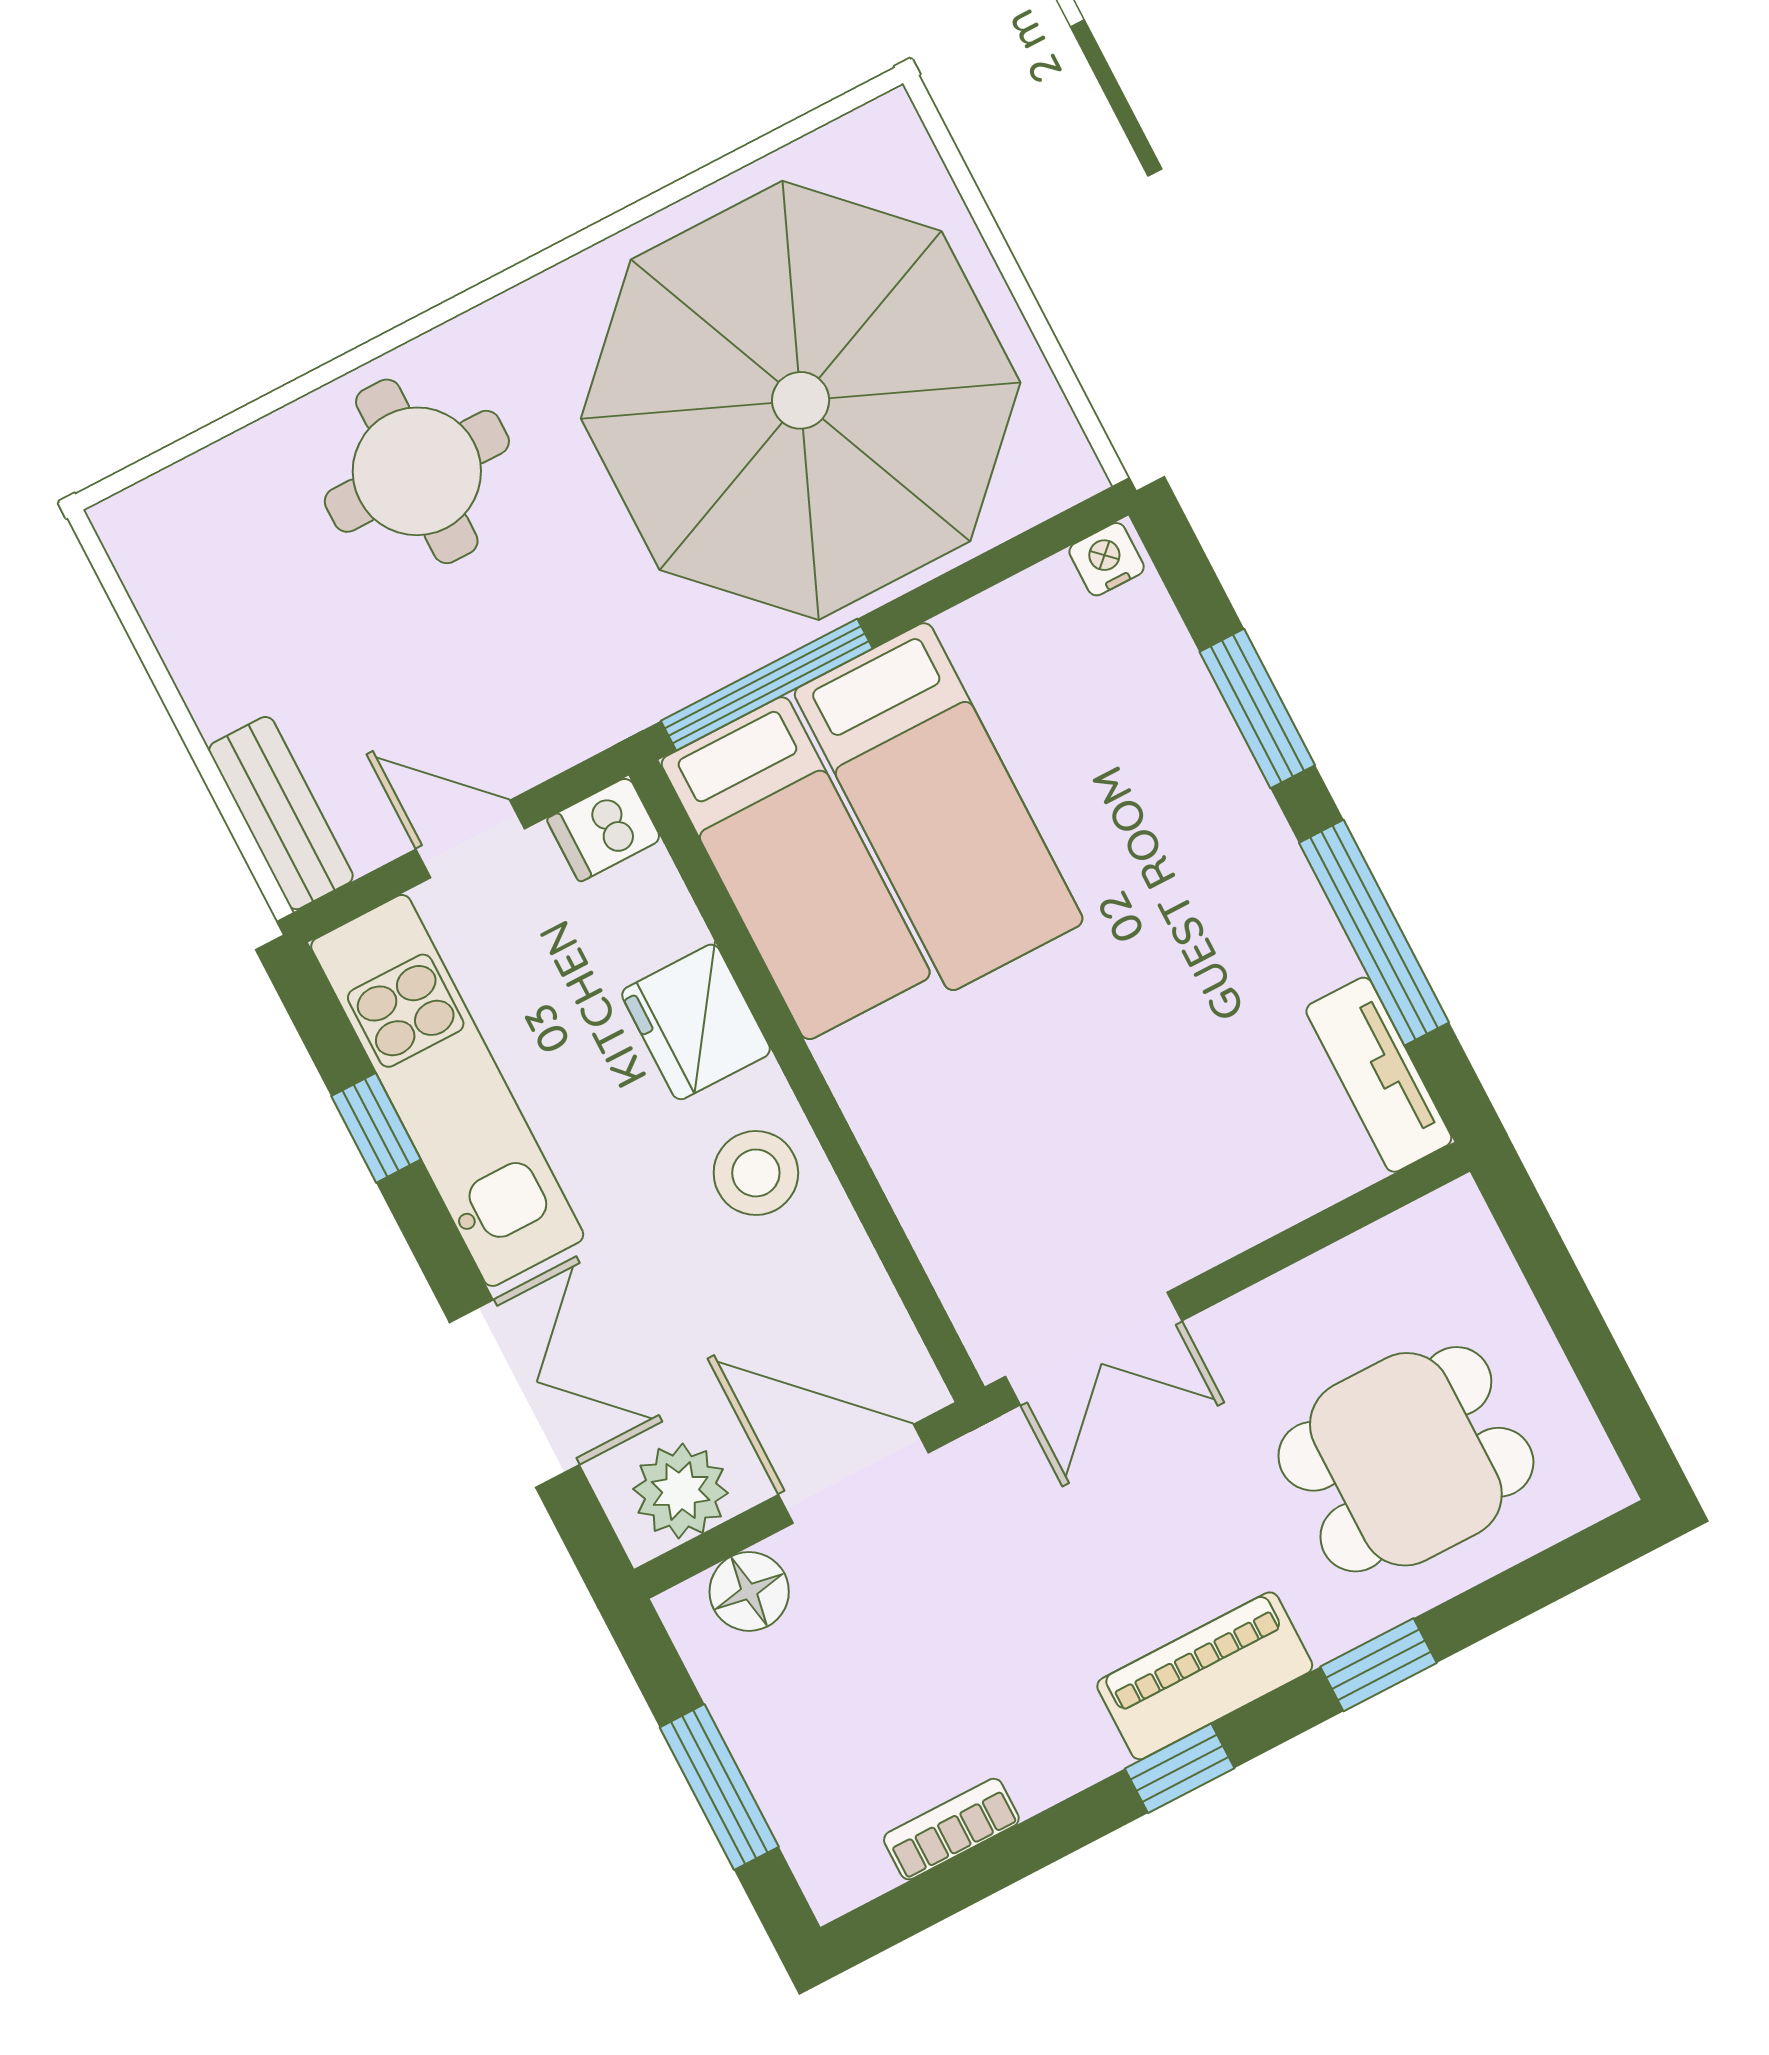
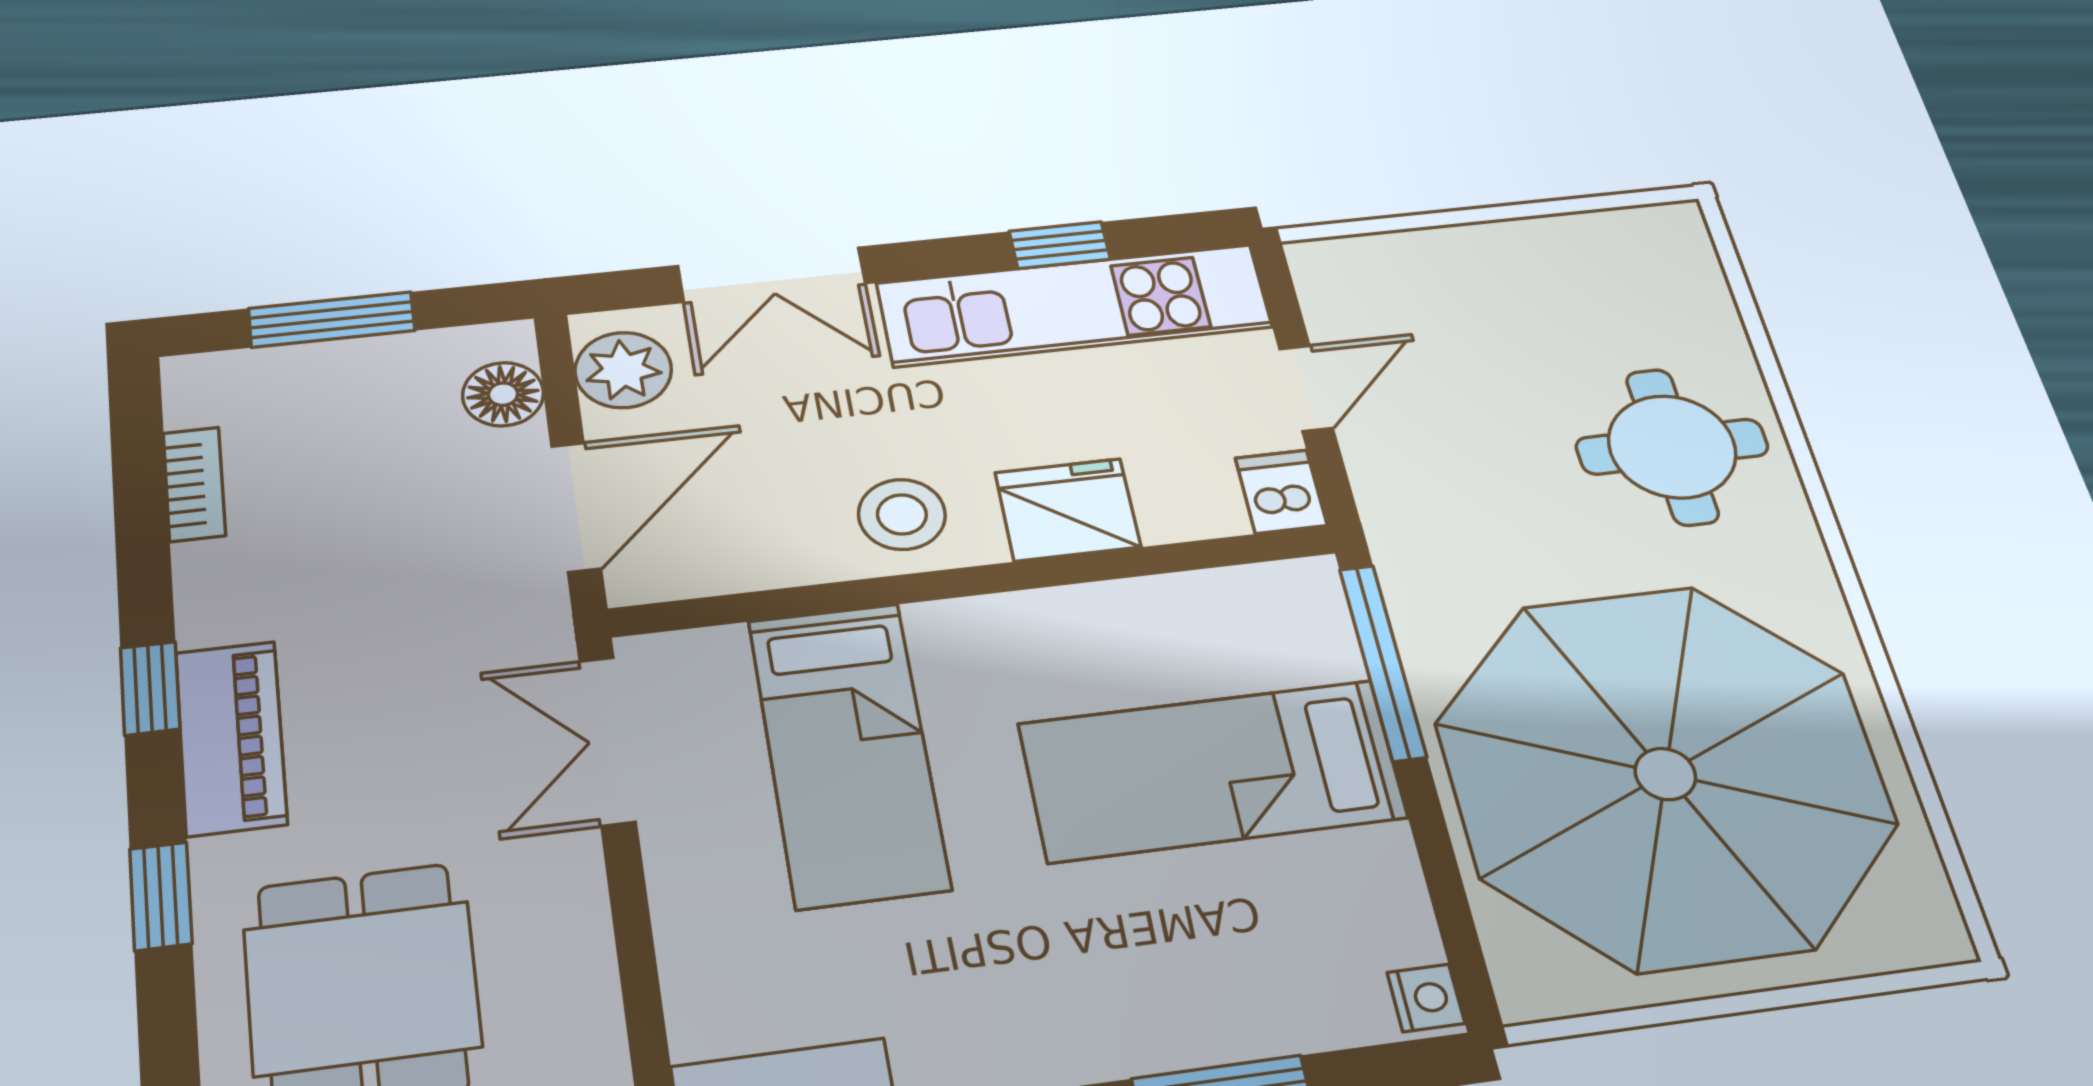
bench: (281, 813) -> (1376, 259), removed
bed: (796, 868) -> (848, 753), moved, turned -90

